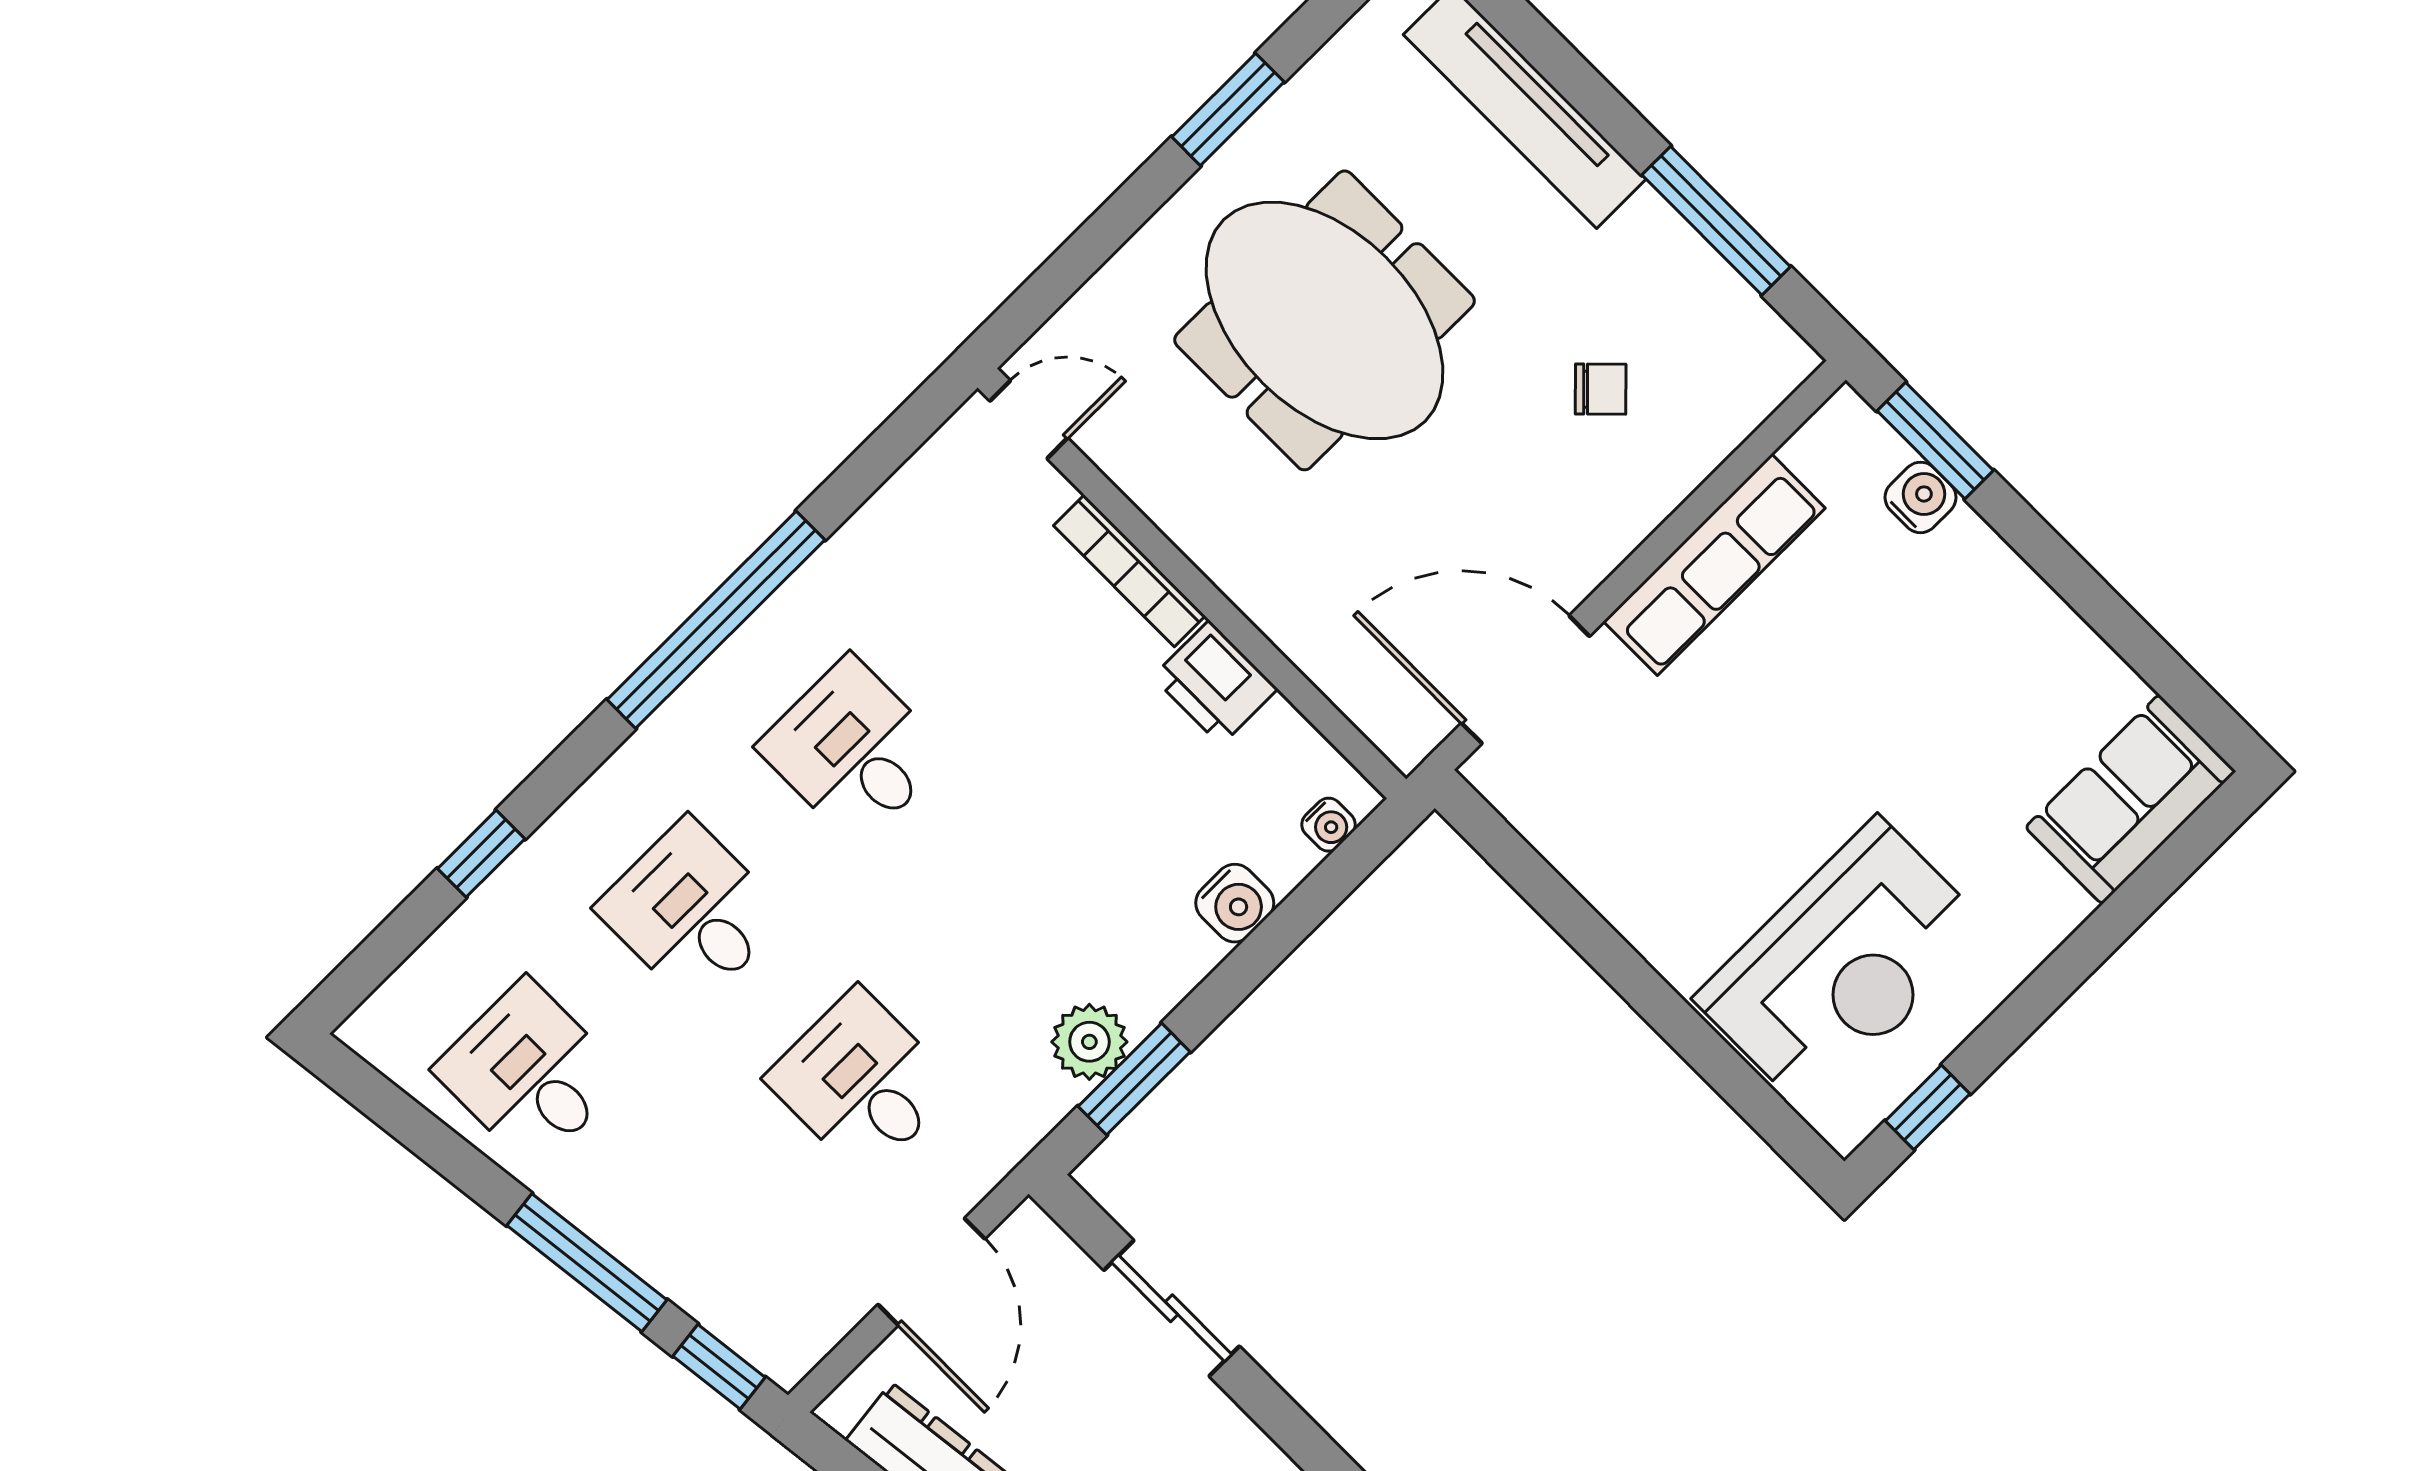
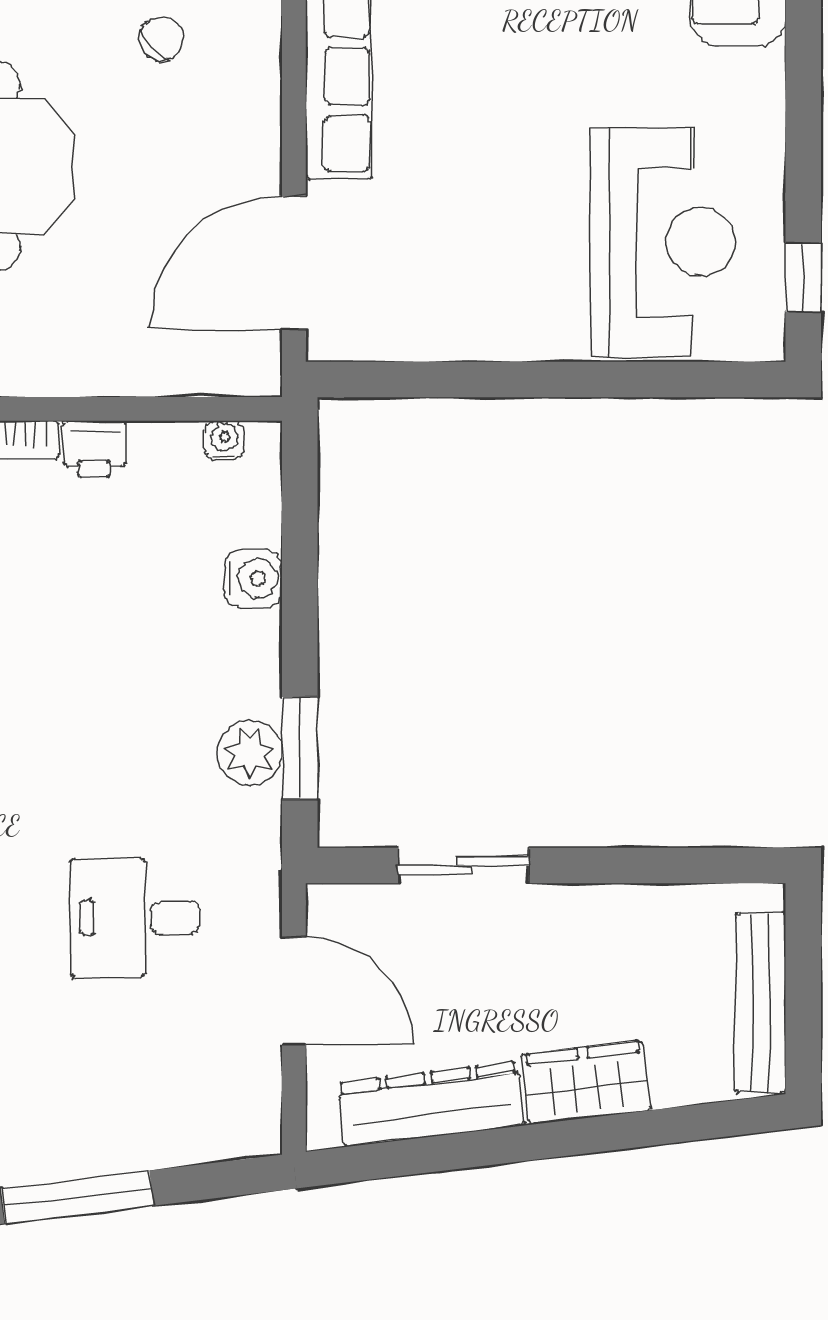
printer: (1215, 683) -> (94, 449), width x0.73, depth x0.81
water cooler: (1329, 825) -> (224, 440), moved, turned -90
window: (719, 1367) -> (222, 1180), removed

